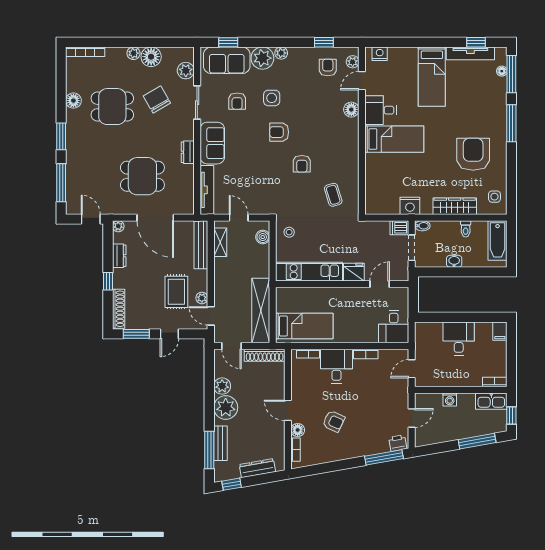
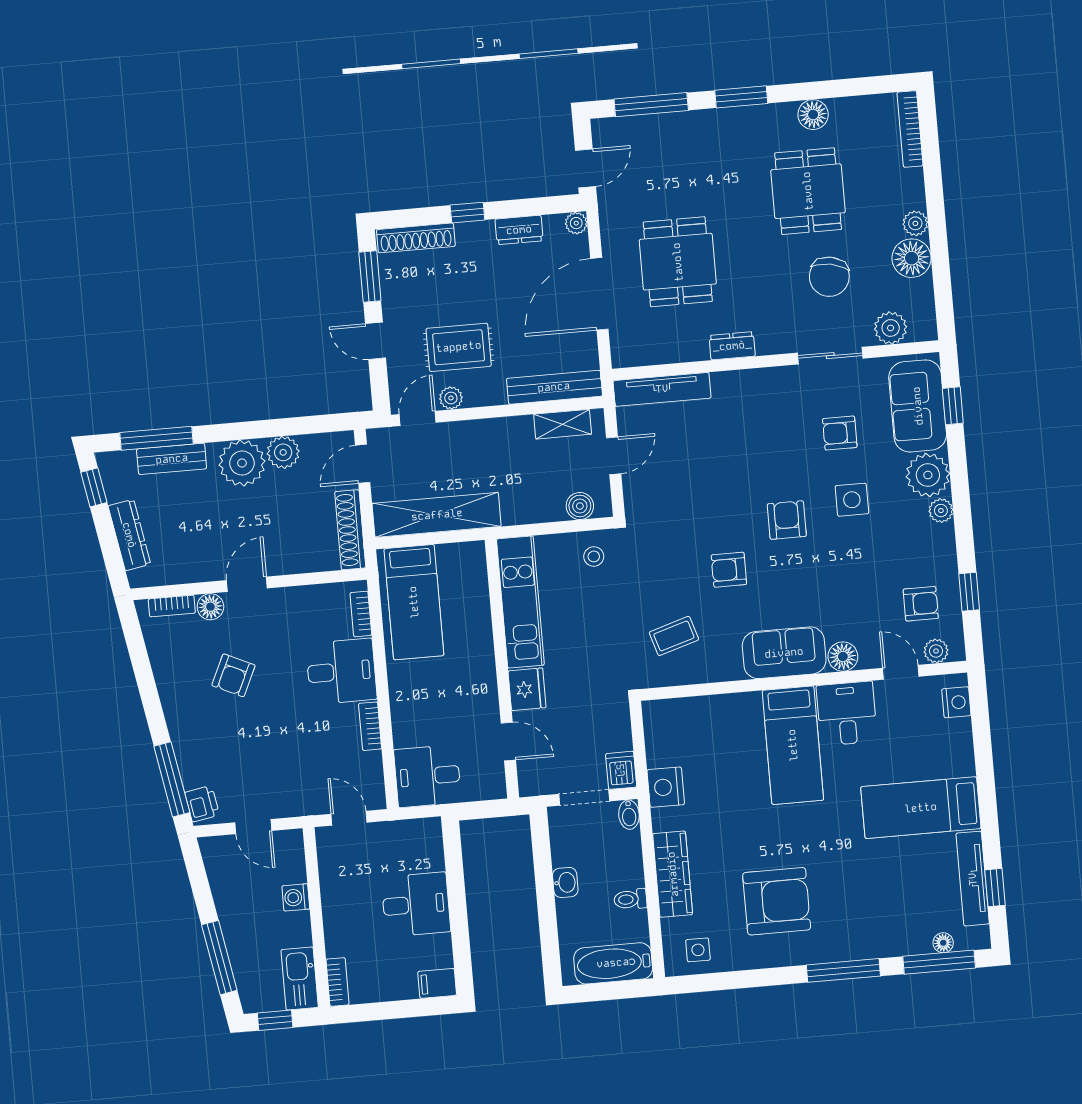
chair: (157, 100) -> (829, 277), turned 131
sofa: (212, 143) -> (784, 653), moved, turned 180

